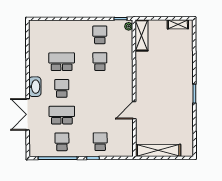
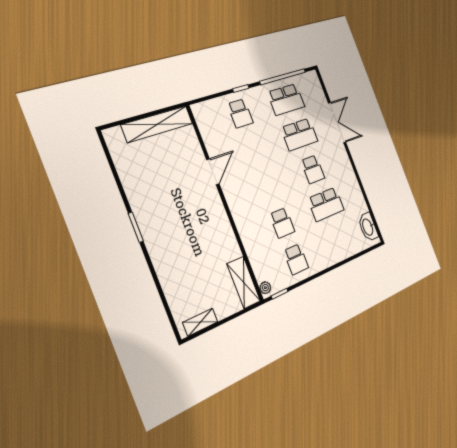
washbasin: (35, 87) -> (368, 227), moved
school desk: (62, 142) -> (286, 99), width x1.85

